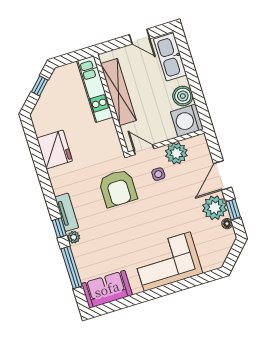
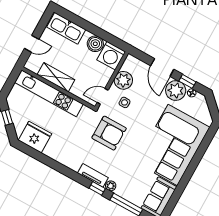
door: (139, 37) -> (32, 44), moved
kitchen unit: (95, 89) -> (49, 93), width x1.36
shelving: (118, 92) -> (56, 77), width x0.68
fridge: (55, 150) -> (35, 137), moved
corner sofa: (167, 262) -> (173, 145), width x1.36, depth x1.36

